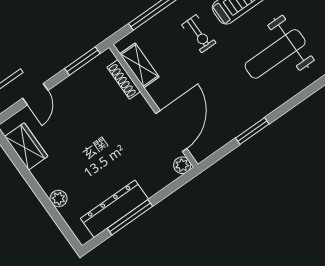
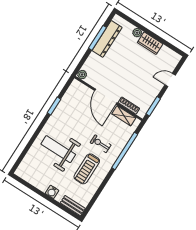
weight bench: (275, 54) -> (58, 149), turned -90
door: (35, 94) -> (170, 80), hinge flipped
door: (171, 131) -> (106, 97), moved
wardrobe: (26, 146) -> (150, 43), moved

